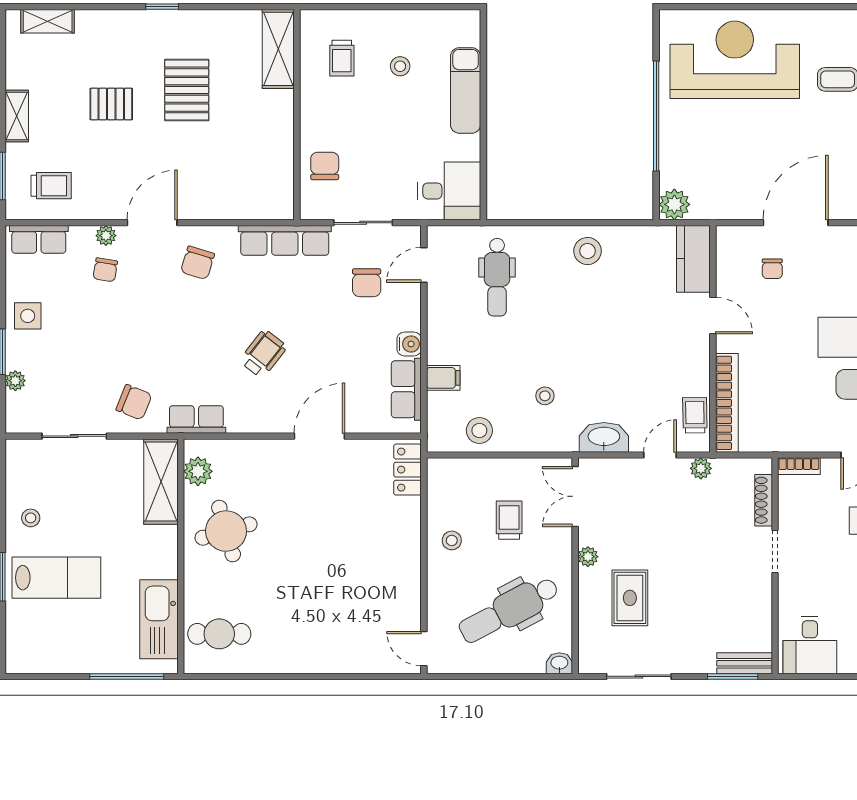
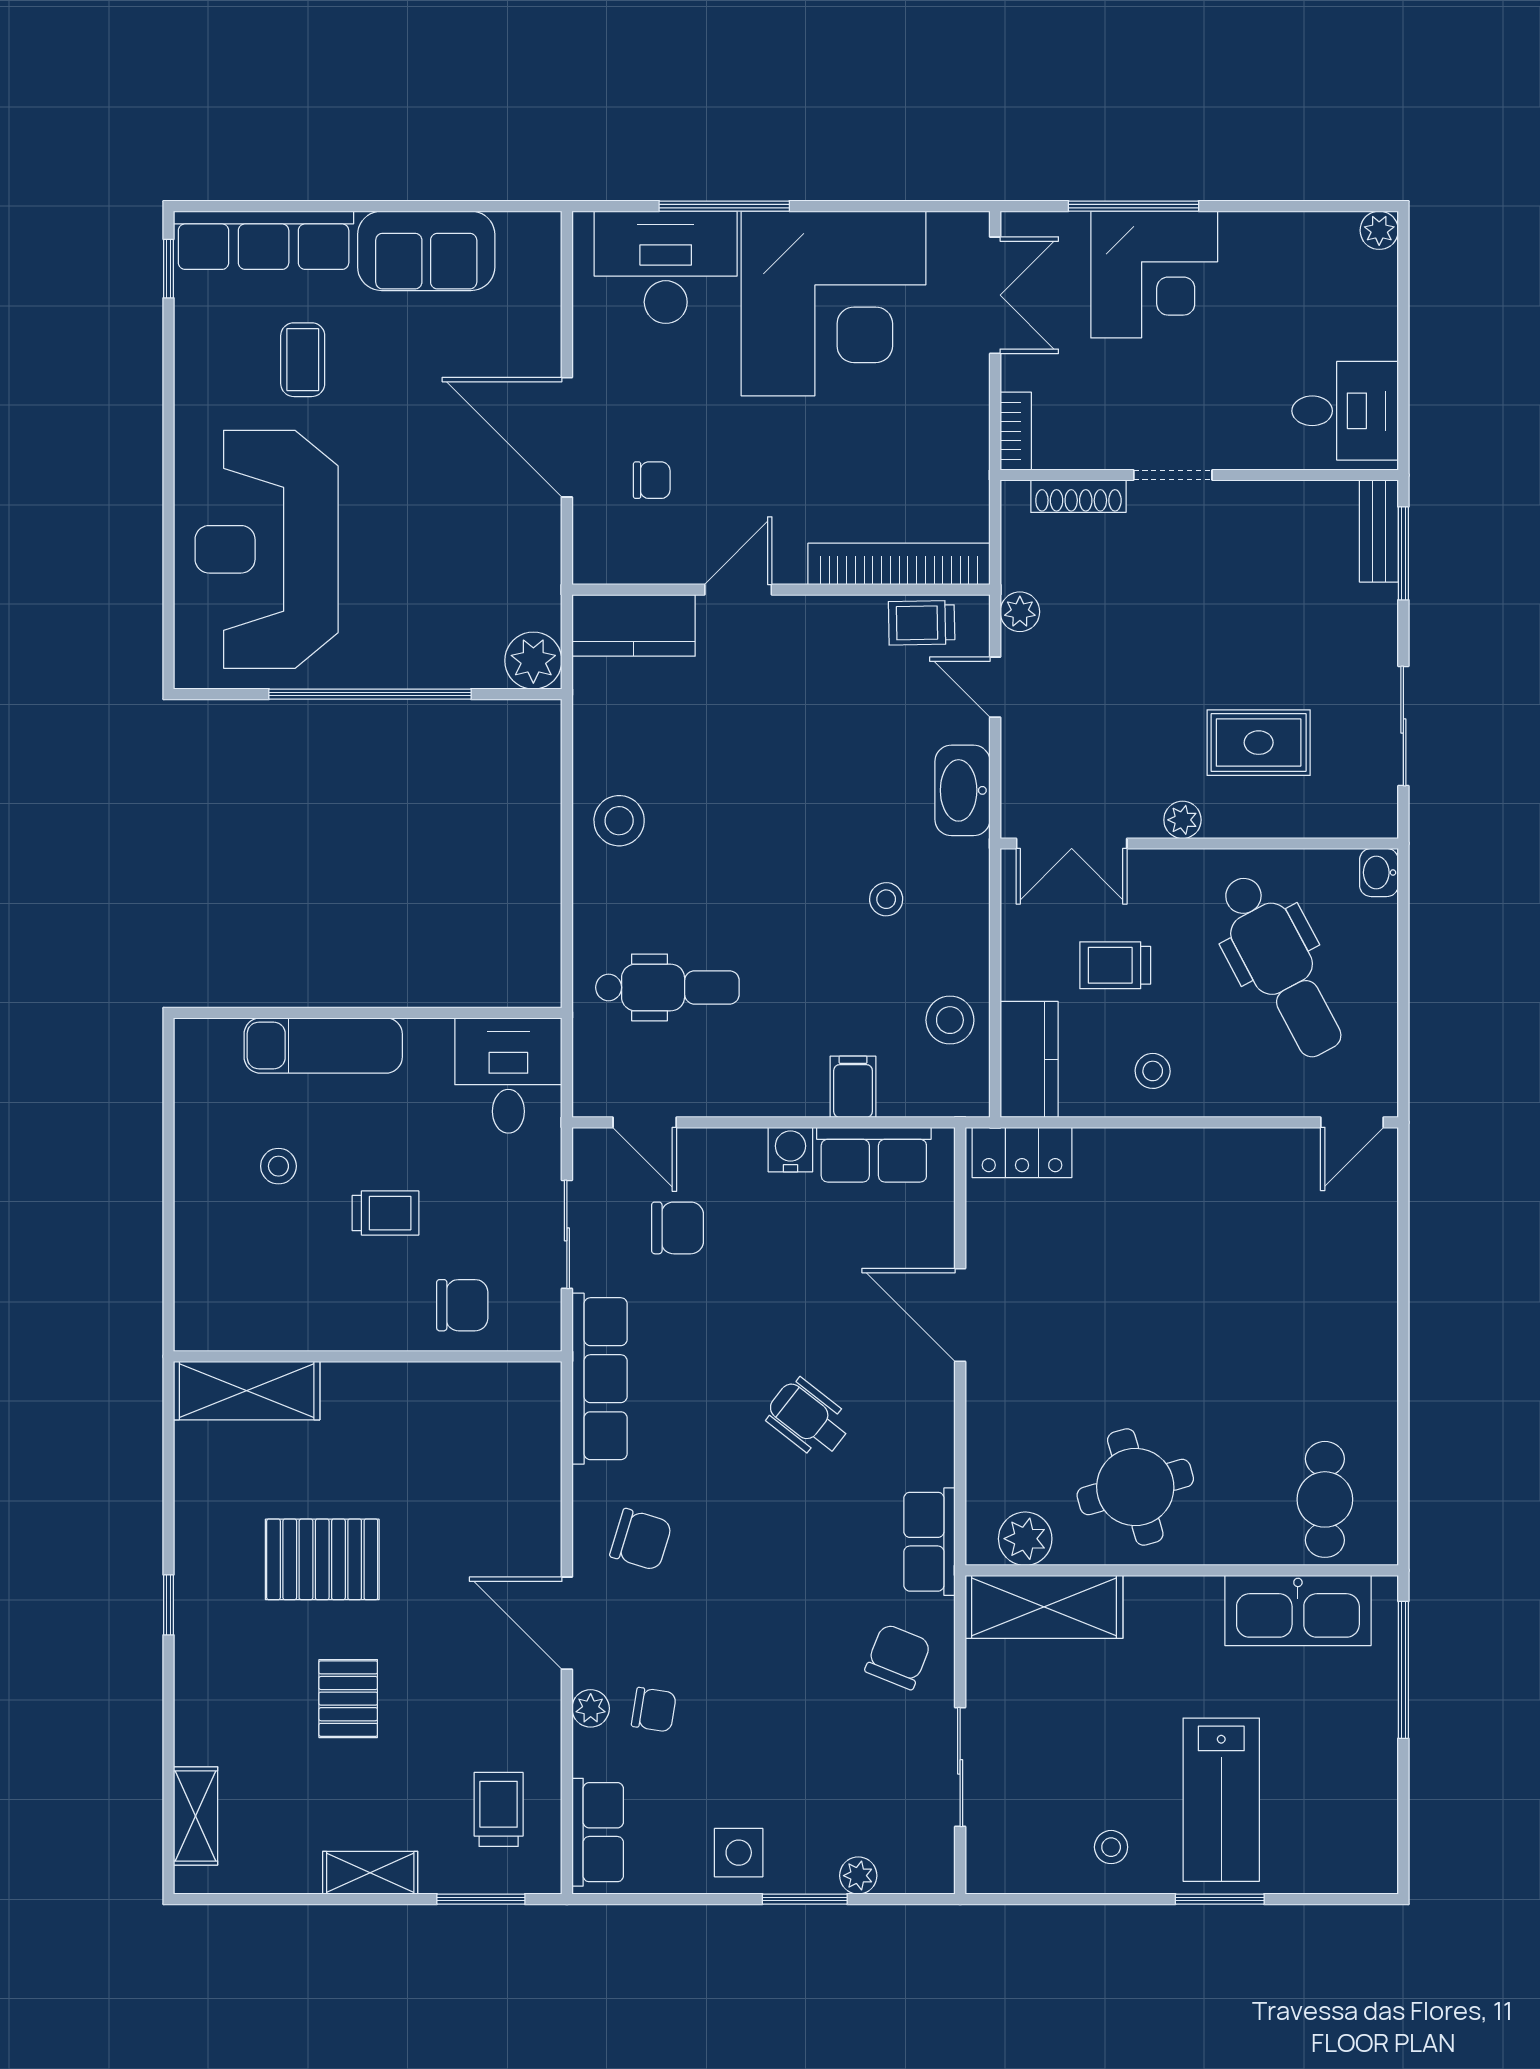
trolley: (342, 58) -> (385, 1213), moved
chair: (325, 166) -> (462, 1305), turned 180
kitchen counter: (458, 473) -> (1029, 1059), added
lab bench: (56, 578) -> (1221, 1800), turned 180

